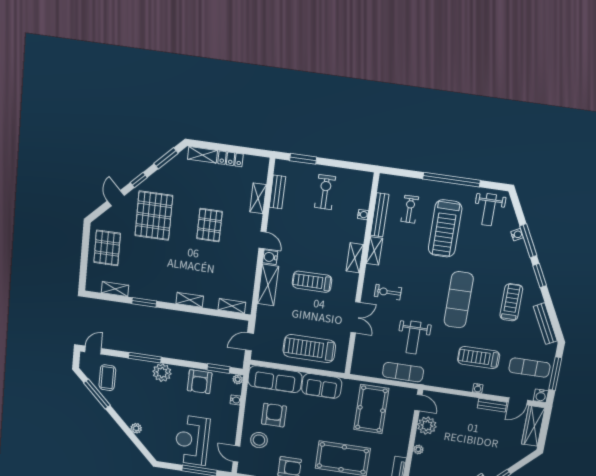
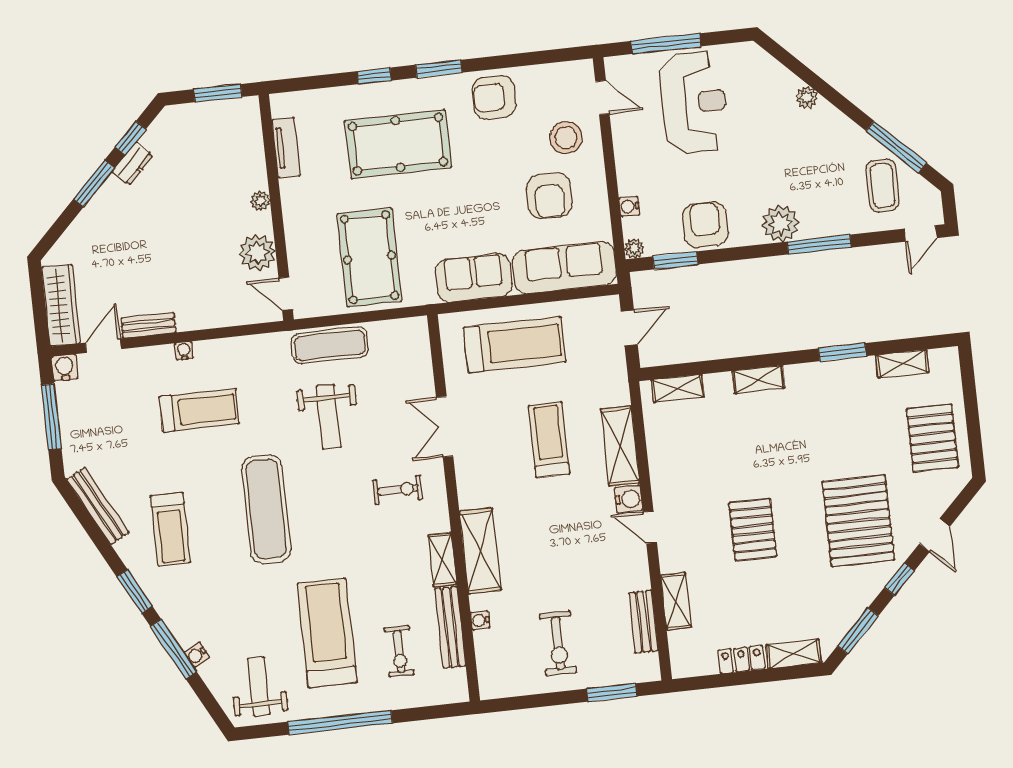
shelving: (355, 258) -> (480, 551), width x1.50, depth x1.33
treadmill: (312, 282) -> (549, 440), moved, turned -90
weight bench: (414, 338) -> (329, 417), turned 180
exercise mat: (529, 368) -> (101, 416), removed

